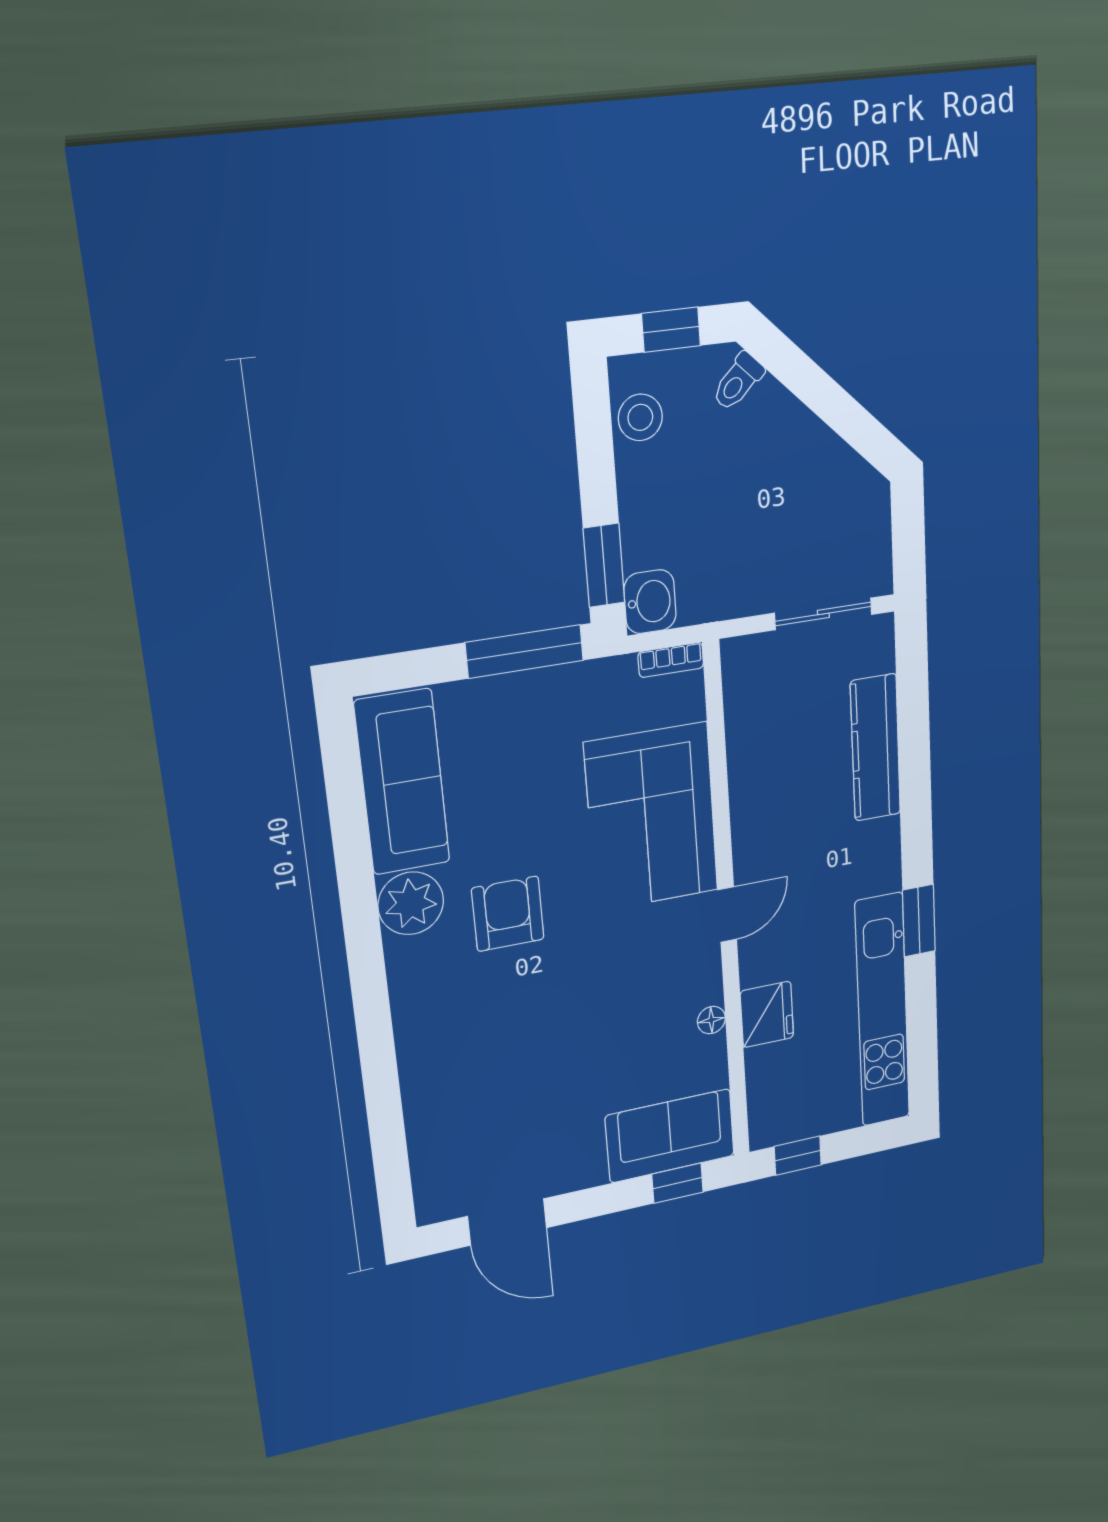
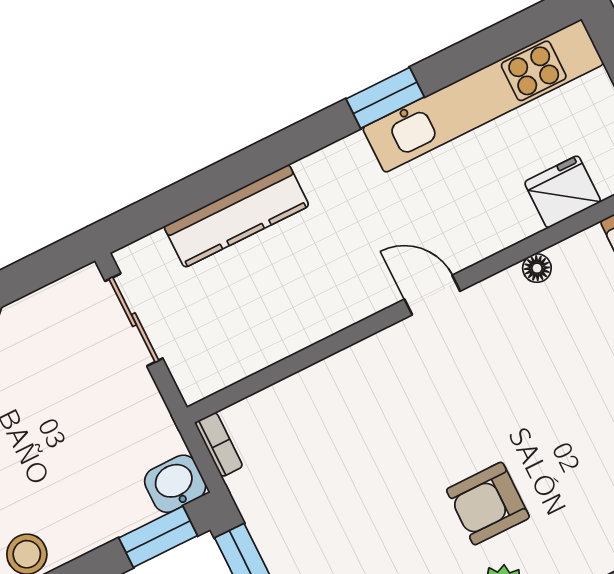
corner sofa: (652, 817) -> (363, 405), removed
fridge: (767, 1014) -> (563, 192), moved

